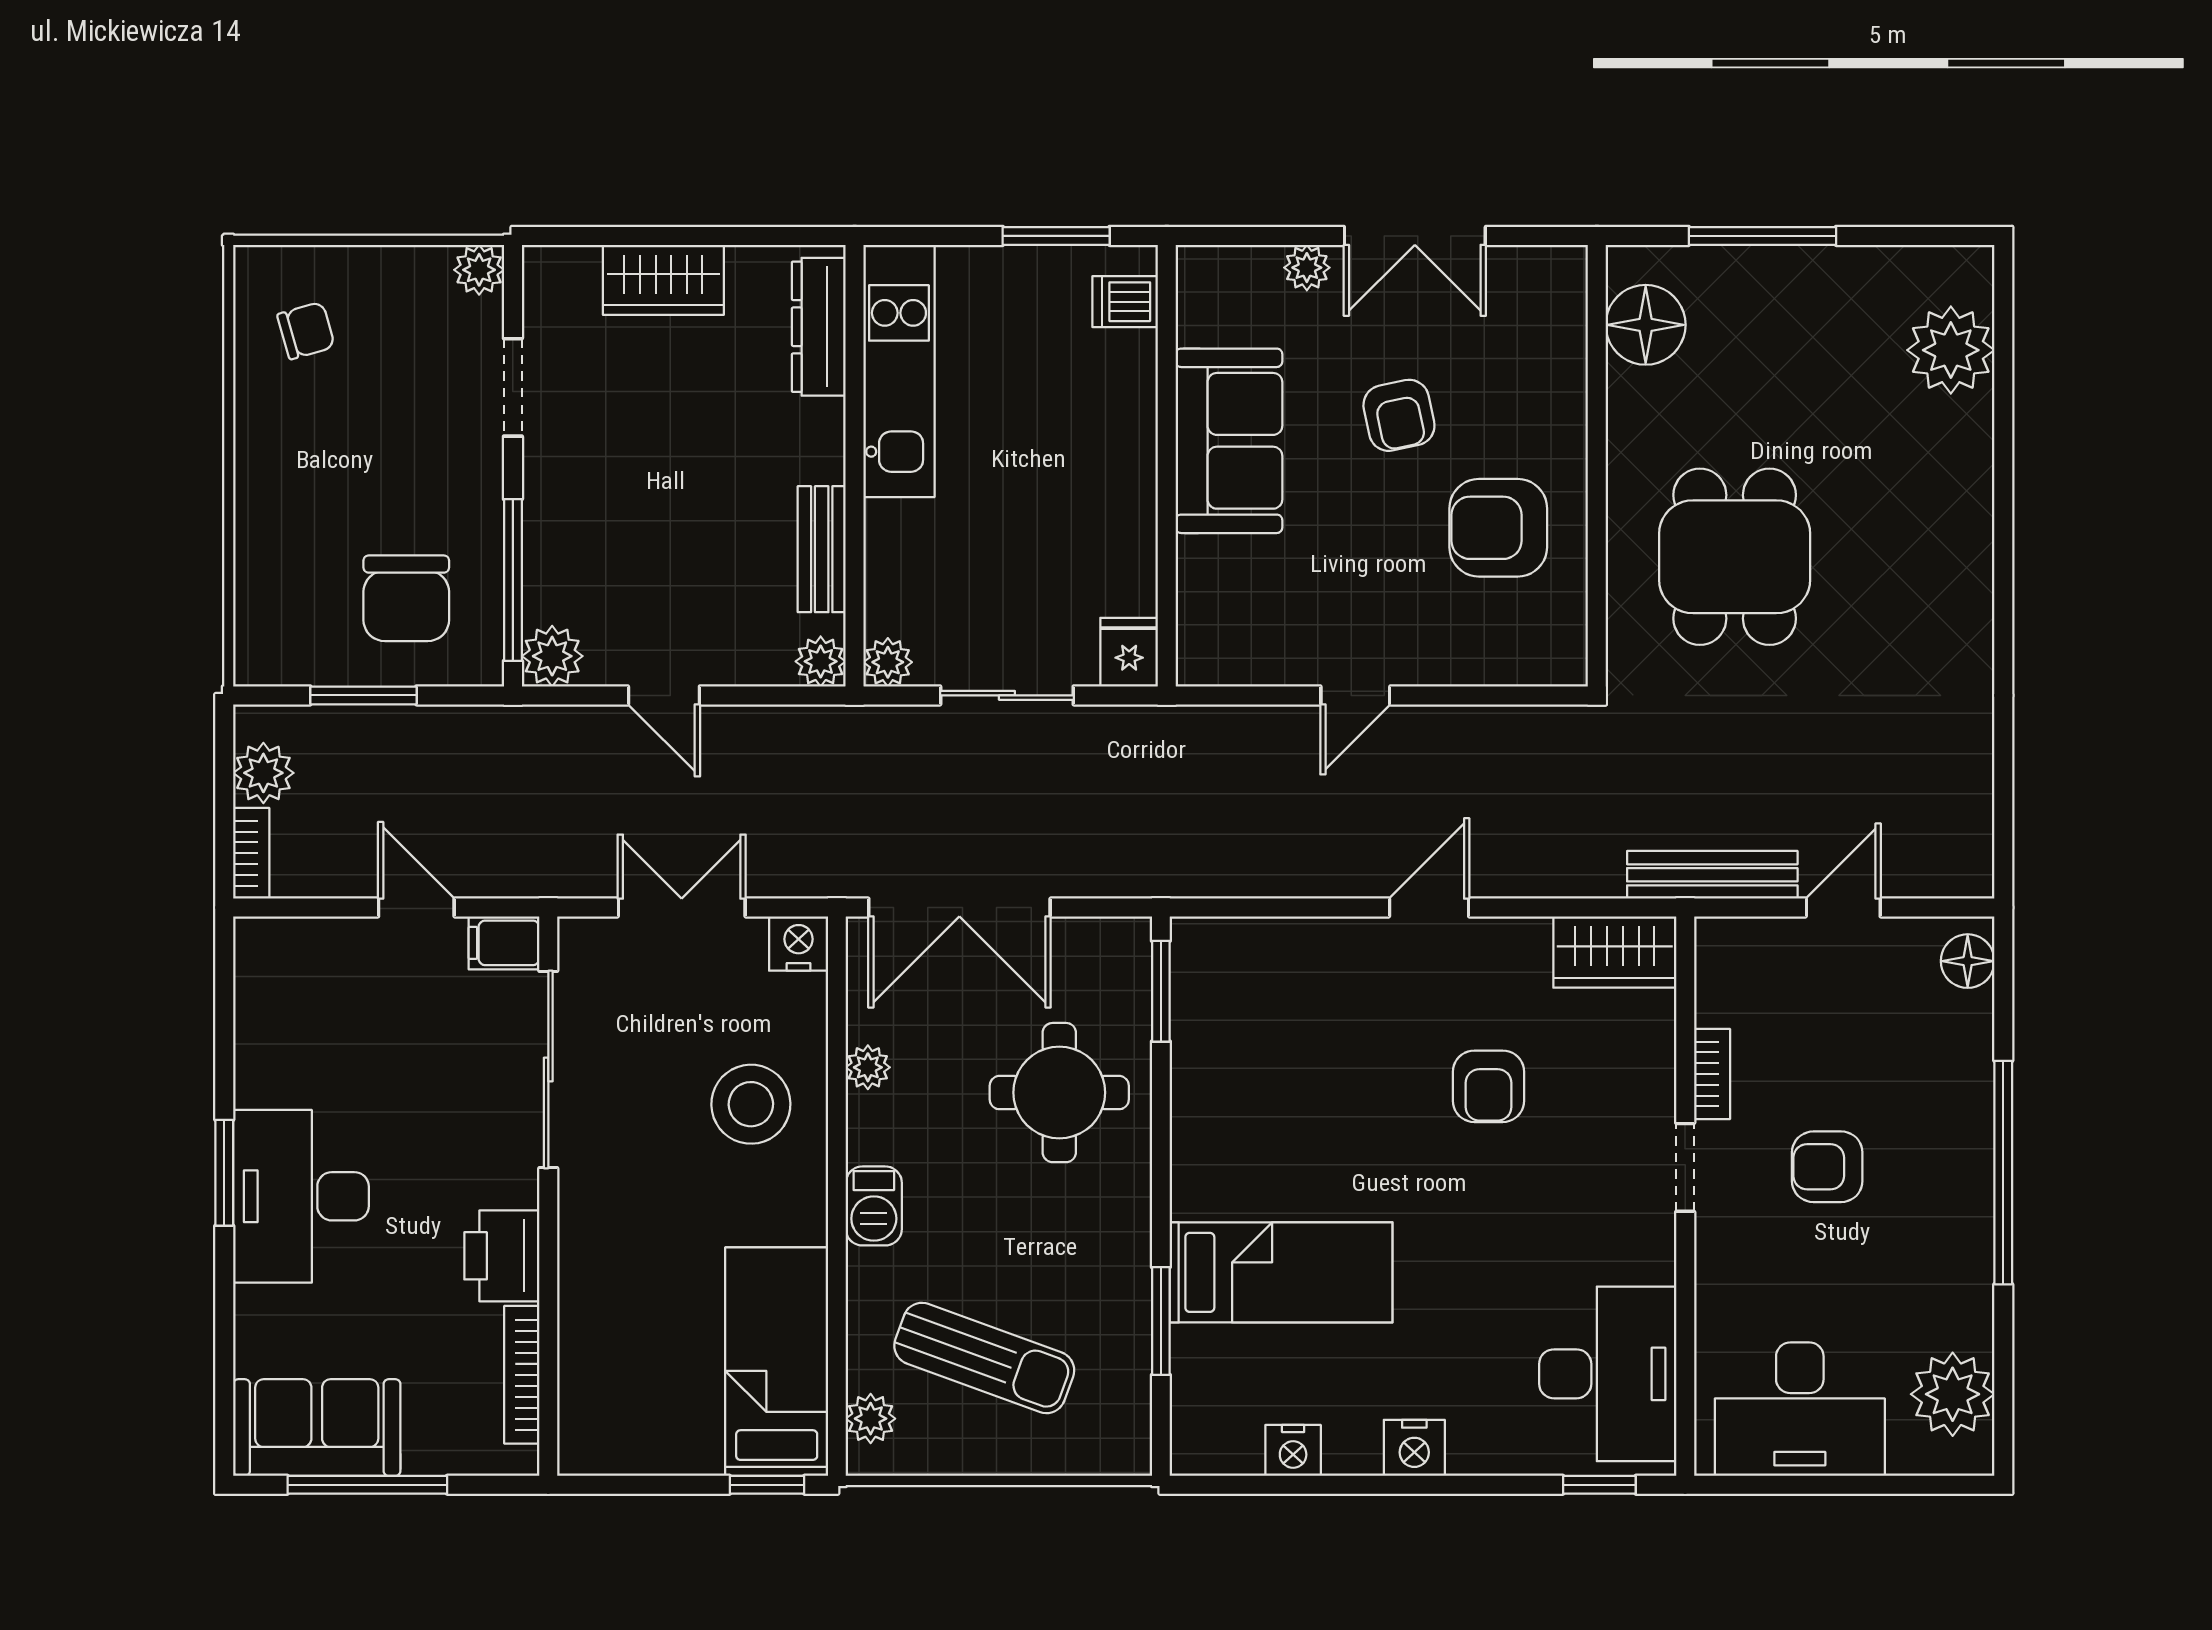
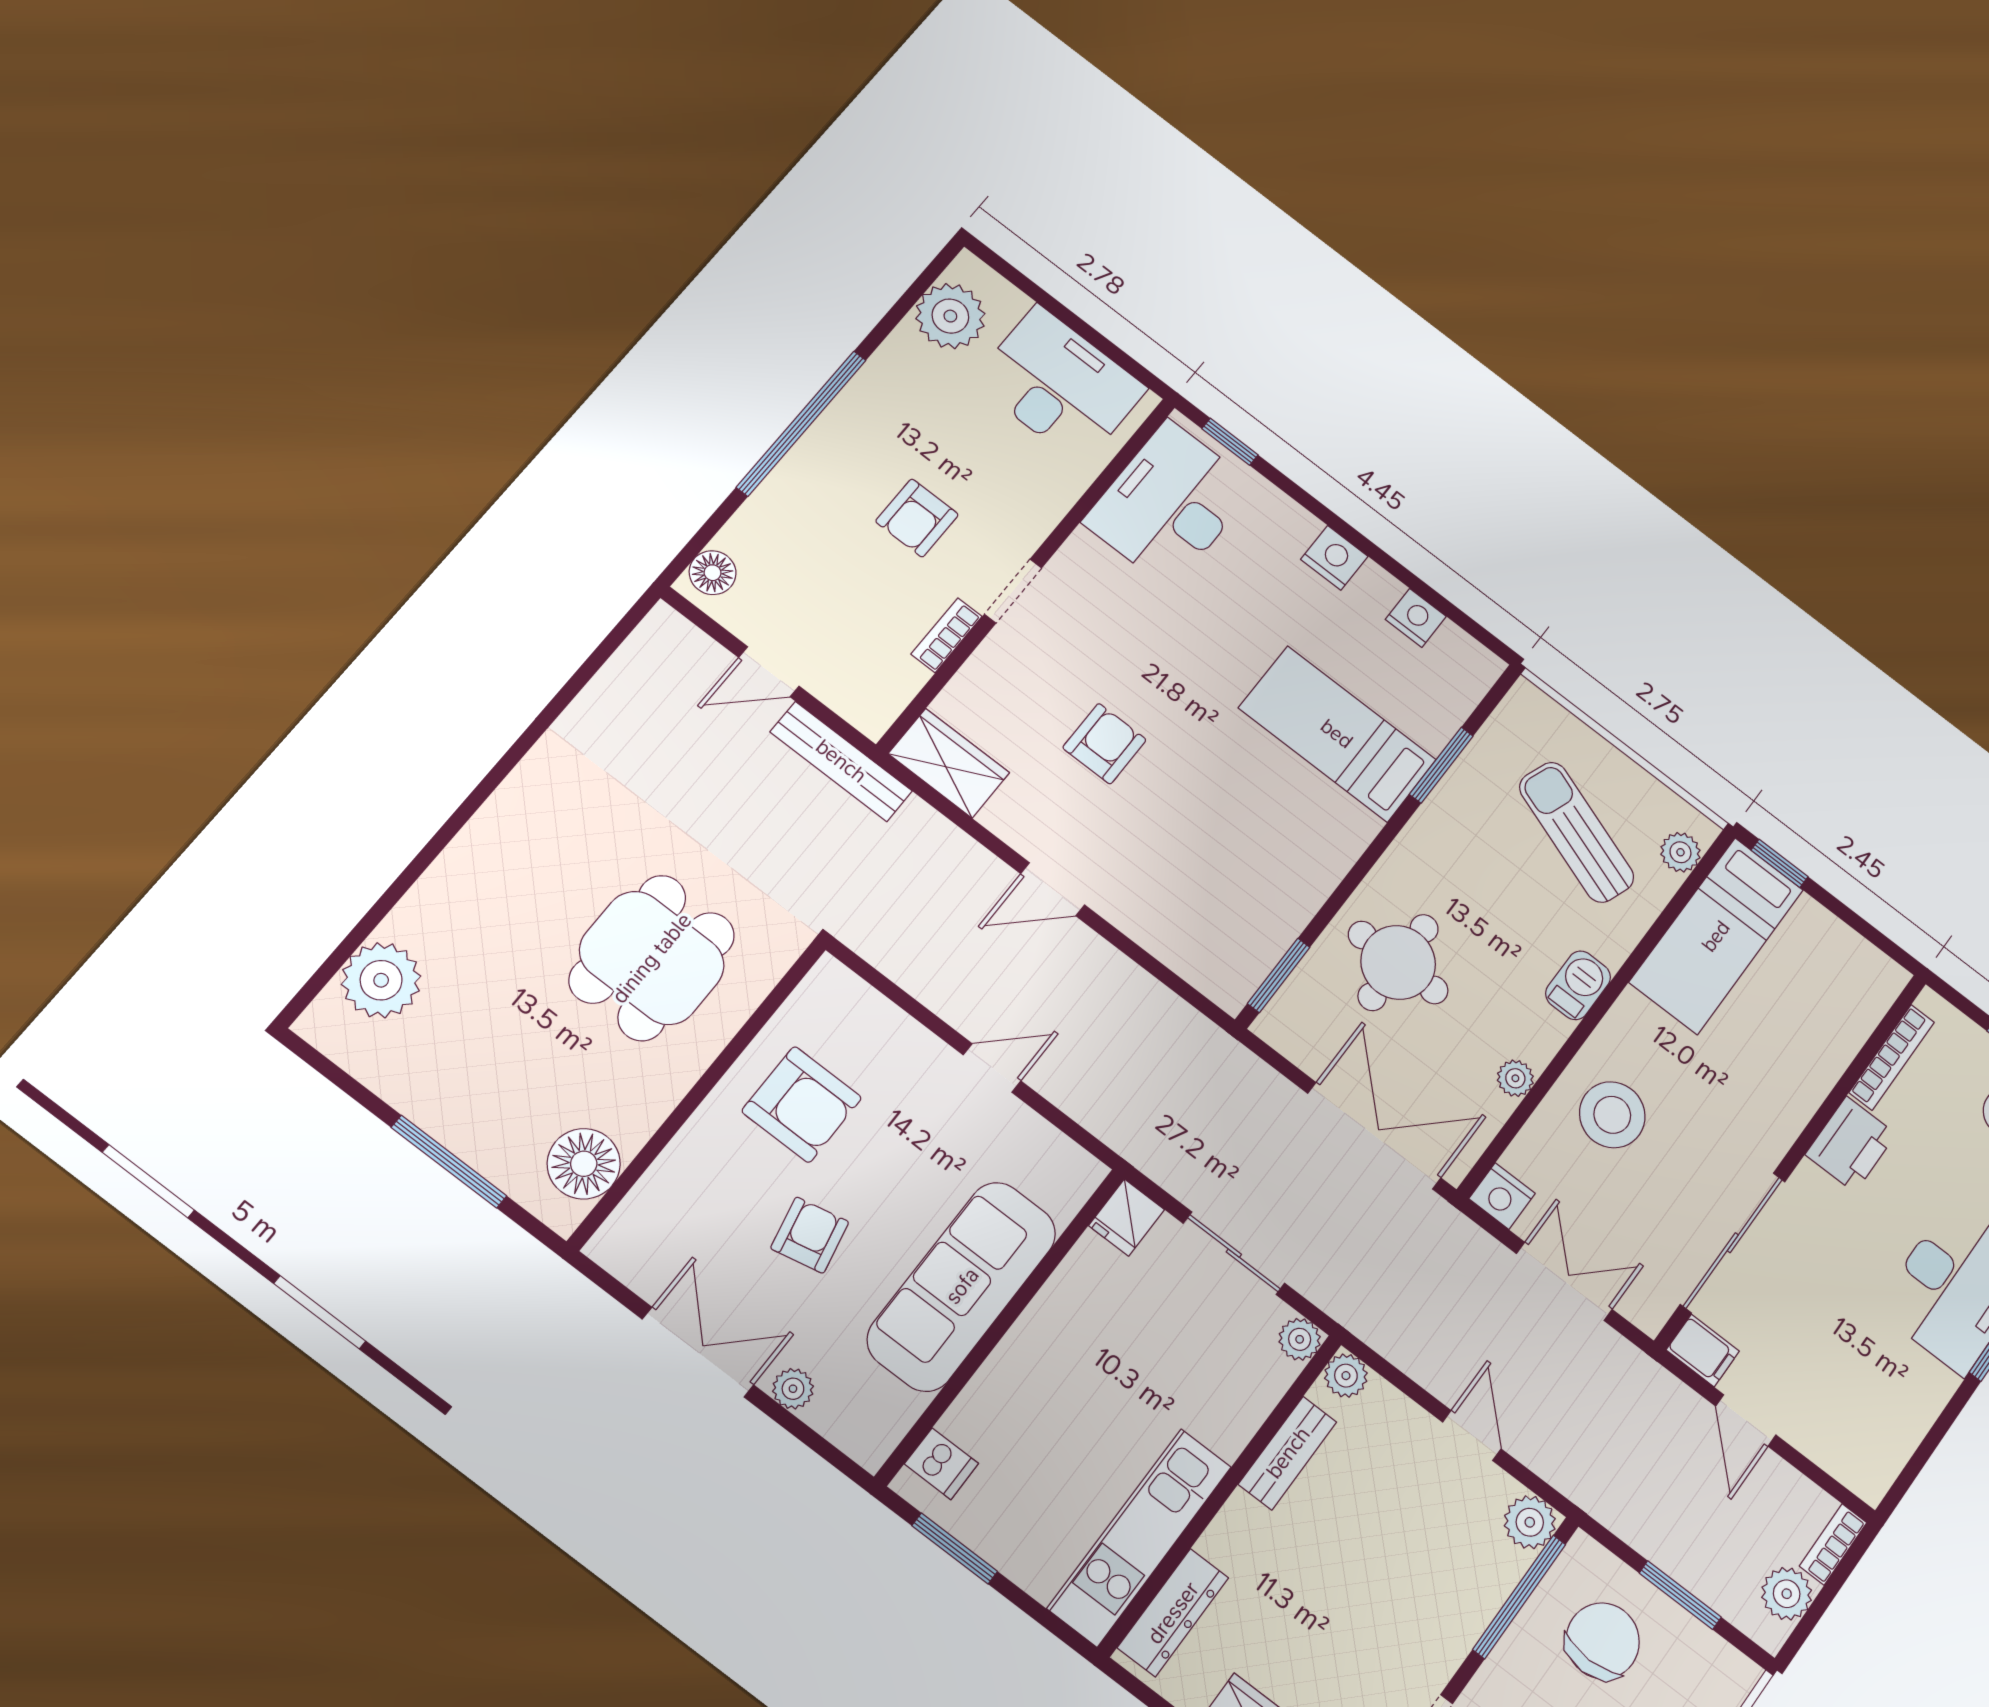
sofa: (1229, 441) -> (962, 1286), width x1.36
double door: (682, 907) -> (1564, 1281), swing flipped
armchair: (1827, 1167) -> (917, 518), turned 90

